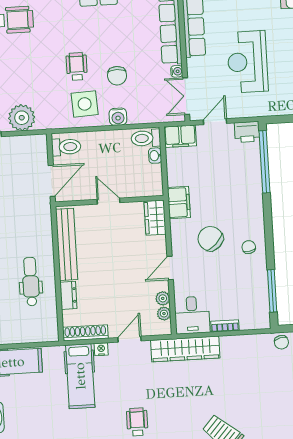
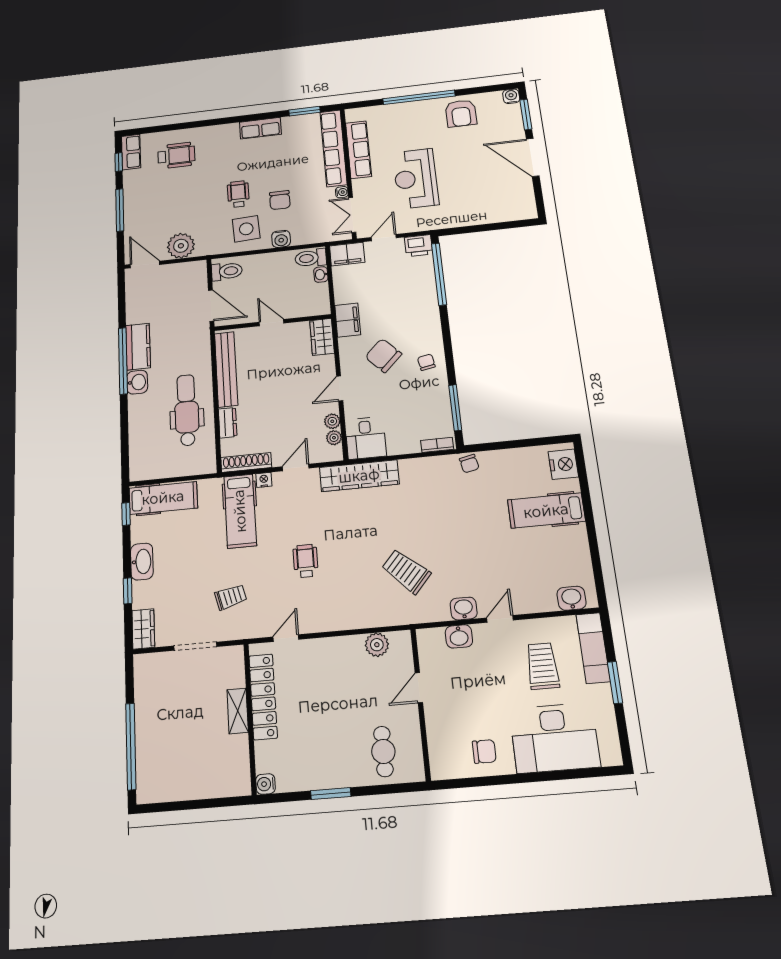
door: (52, 181) -> (211, 306), hinge flipped
dental chair: (31, 282) -> (187, 410), width x1.36, depth x1.38
bookcase: (225, 326) -> (437, 445), moved

